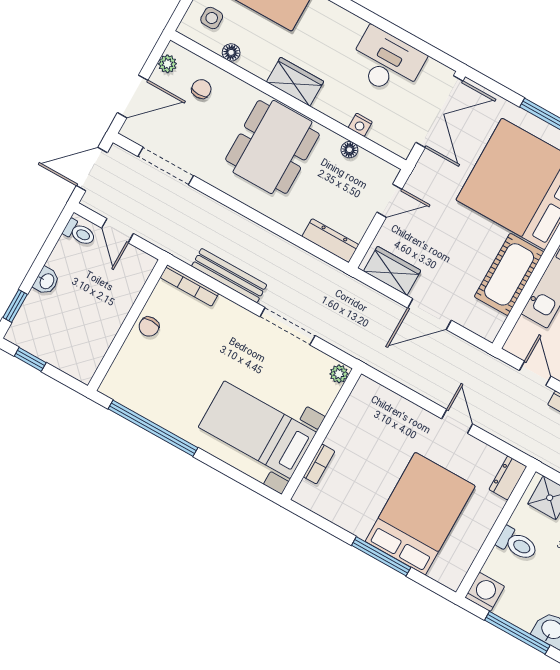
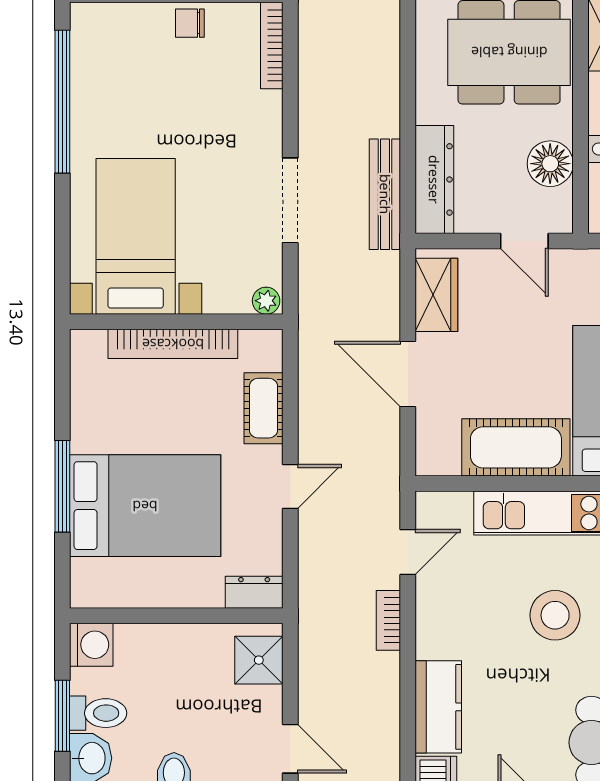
floor lamp: (349, 150) -> (550, 164), width x1.89, depth x1.89
dresser: (330, 241) -> (434, 179), width x1.37, depth x1.24
bench: (229, 276) -> (385, 194), moved
cot: (402, 411) -> (263, 408), added
bookcase: (319, 464) -> (173, 344), width x2.31, depth x1.31
toilet: (517, 544) -> (98, 713), moved, turned -90
window: (517, 633) -> (62, 716), width x0.69

